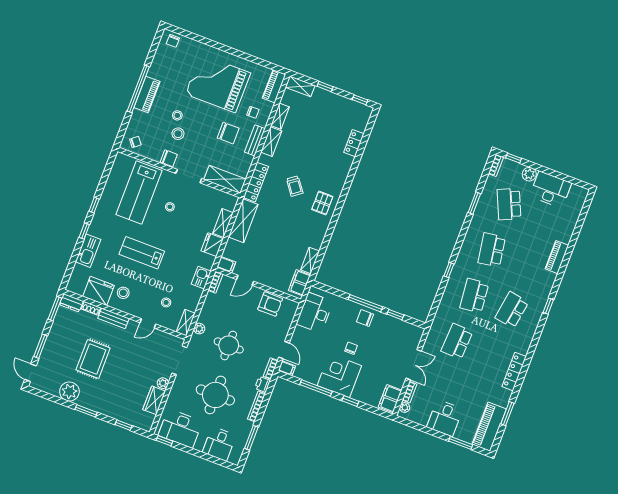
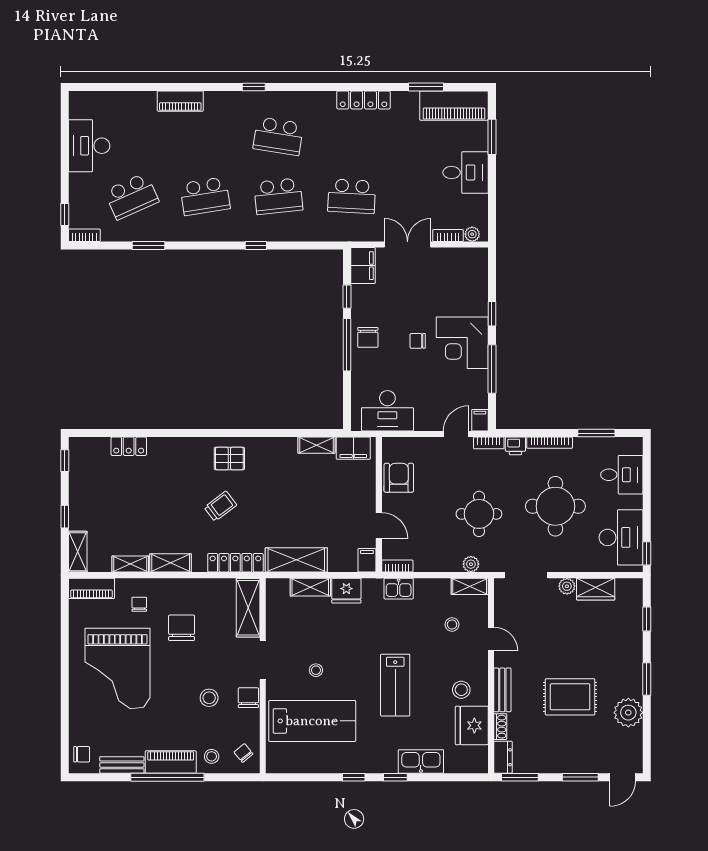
stool: (177, 115) -> (212, 756), moved
bench: (255, 140) -> (122, 765), moved
plant: (529, 174) -> (79, 184), removed
filing cabinet: (390, 399) -> (363, 266), moved, turned -90

